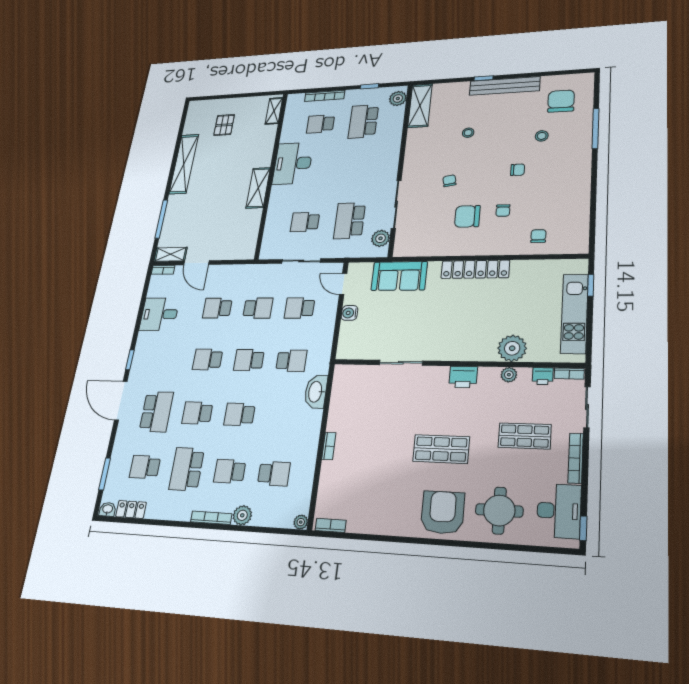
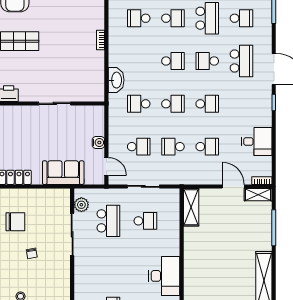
shelving: (258, 188) -> (191, 207), moved
school desk: (156, 412) -> (241, 61), turned 180
school desk: (197, 413) -> (207, 61), turned 180

